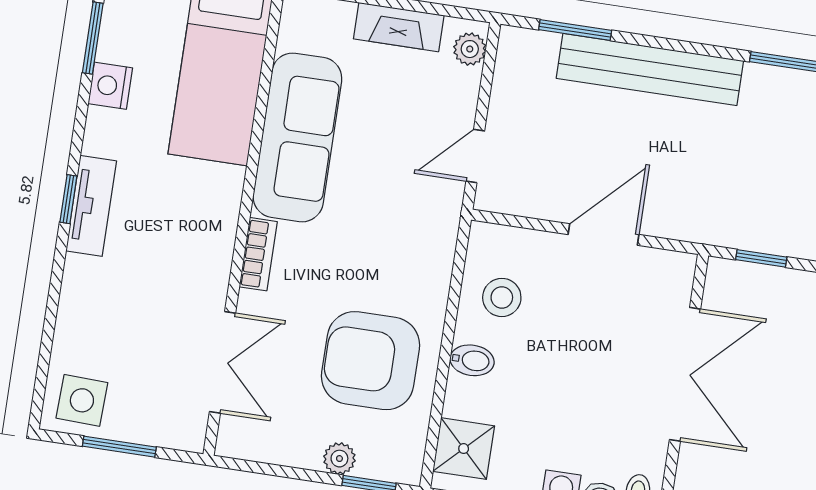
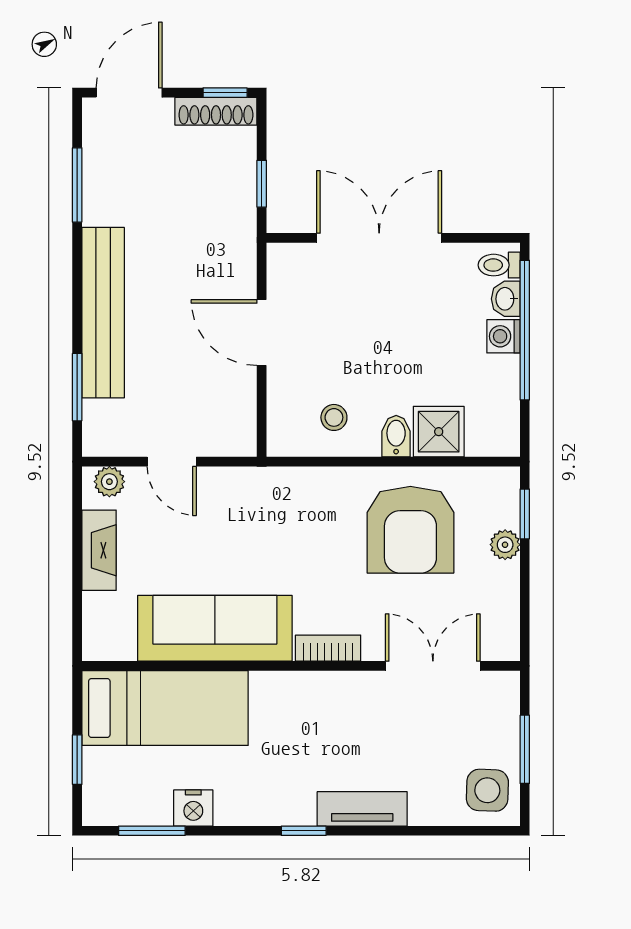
door: (475, 156) -> (172, 462), moved
tv unit: (91, 206) -> (362, 809), moved
stool: (502, 297) -> (334, 417), width x0.73, depth x0.73
shower: (464, 449) -> (439, 432), moved

